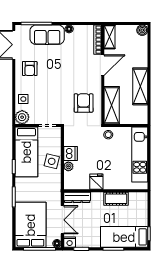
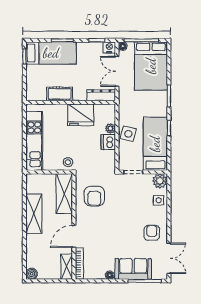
fridge: (96, 182) -> (81, 115), width x1.88, depth x1.34

